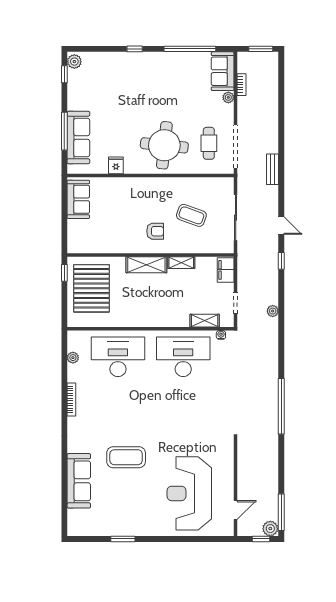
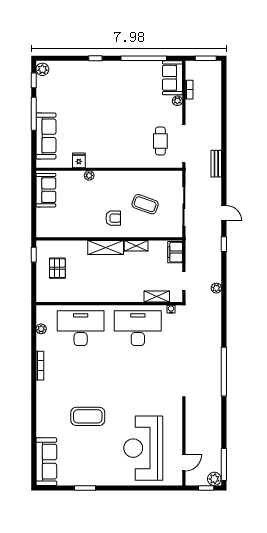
window: (64, 131) -> (34, 114), moved
round table: (164, 145) -> (121, 143), removed
plant: (128, 183) -> (89, 175), added
pallet: (91, 288) -> (57, 268), width x0.49, depth x0.50
sofa: (79, 481) -> (46, 462), moved

